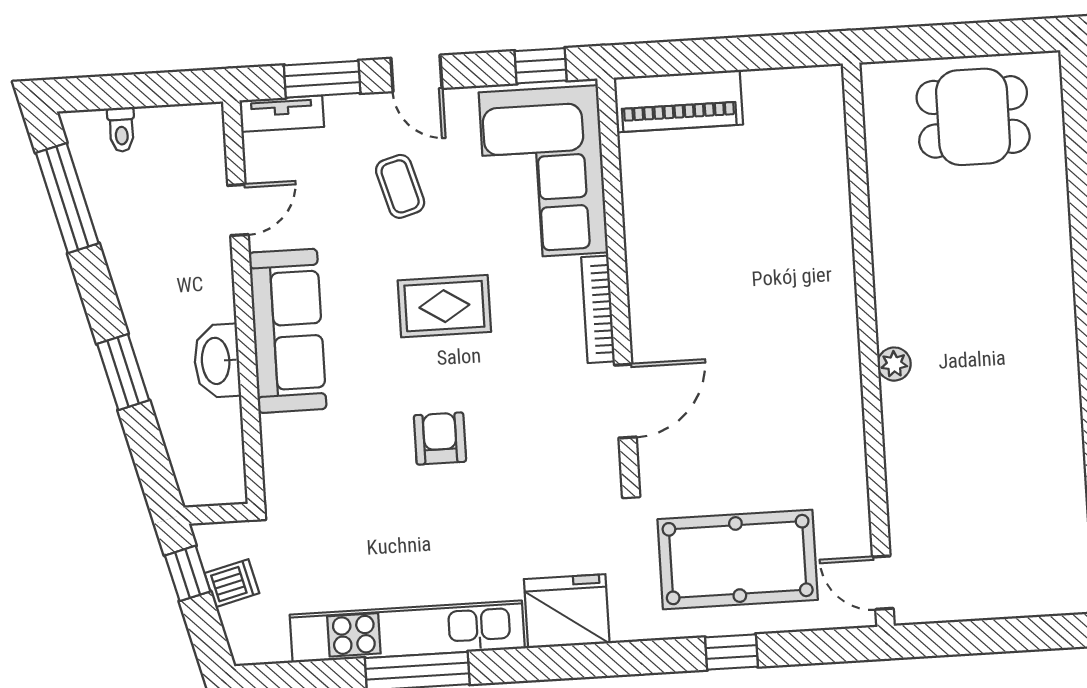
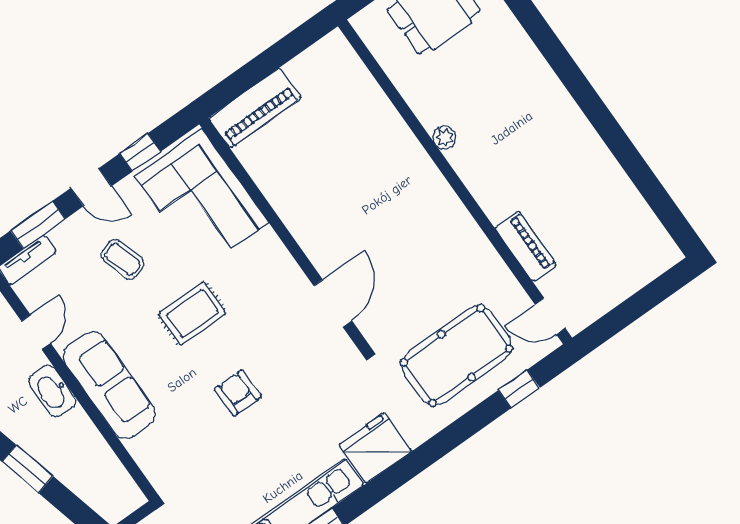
window: (541, 66) -> (140, 152), moved
bookcase: (598, 309) -> (284, 260), removed
washbasin: (217, 361) -> (52, 391), moved
plant: (894, 364) -> (444, 137), moved
piano: (906, 478) -> (526, 246), added
window: (731, 652) -> (519, 389), moved

